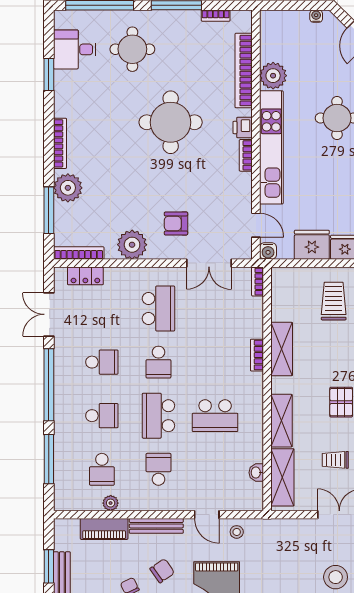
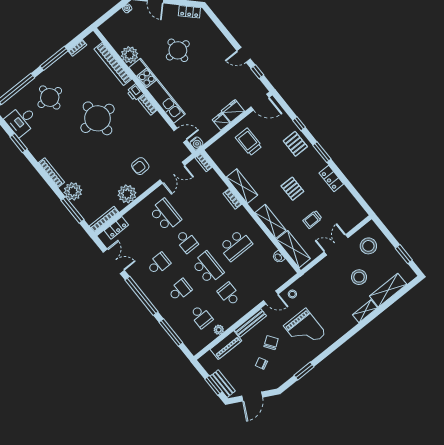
fridge: (312, 245) -> (221, 121), width x0.53, depth x0.75
double door: (49, 314) -> (114, 261), swing flipped
school desk: (158, 416) -> (208, 268), turned 180

